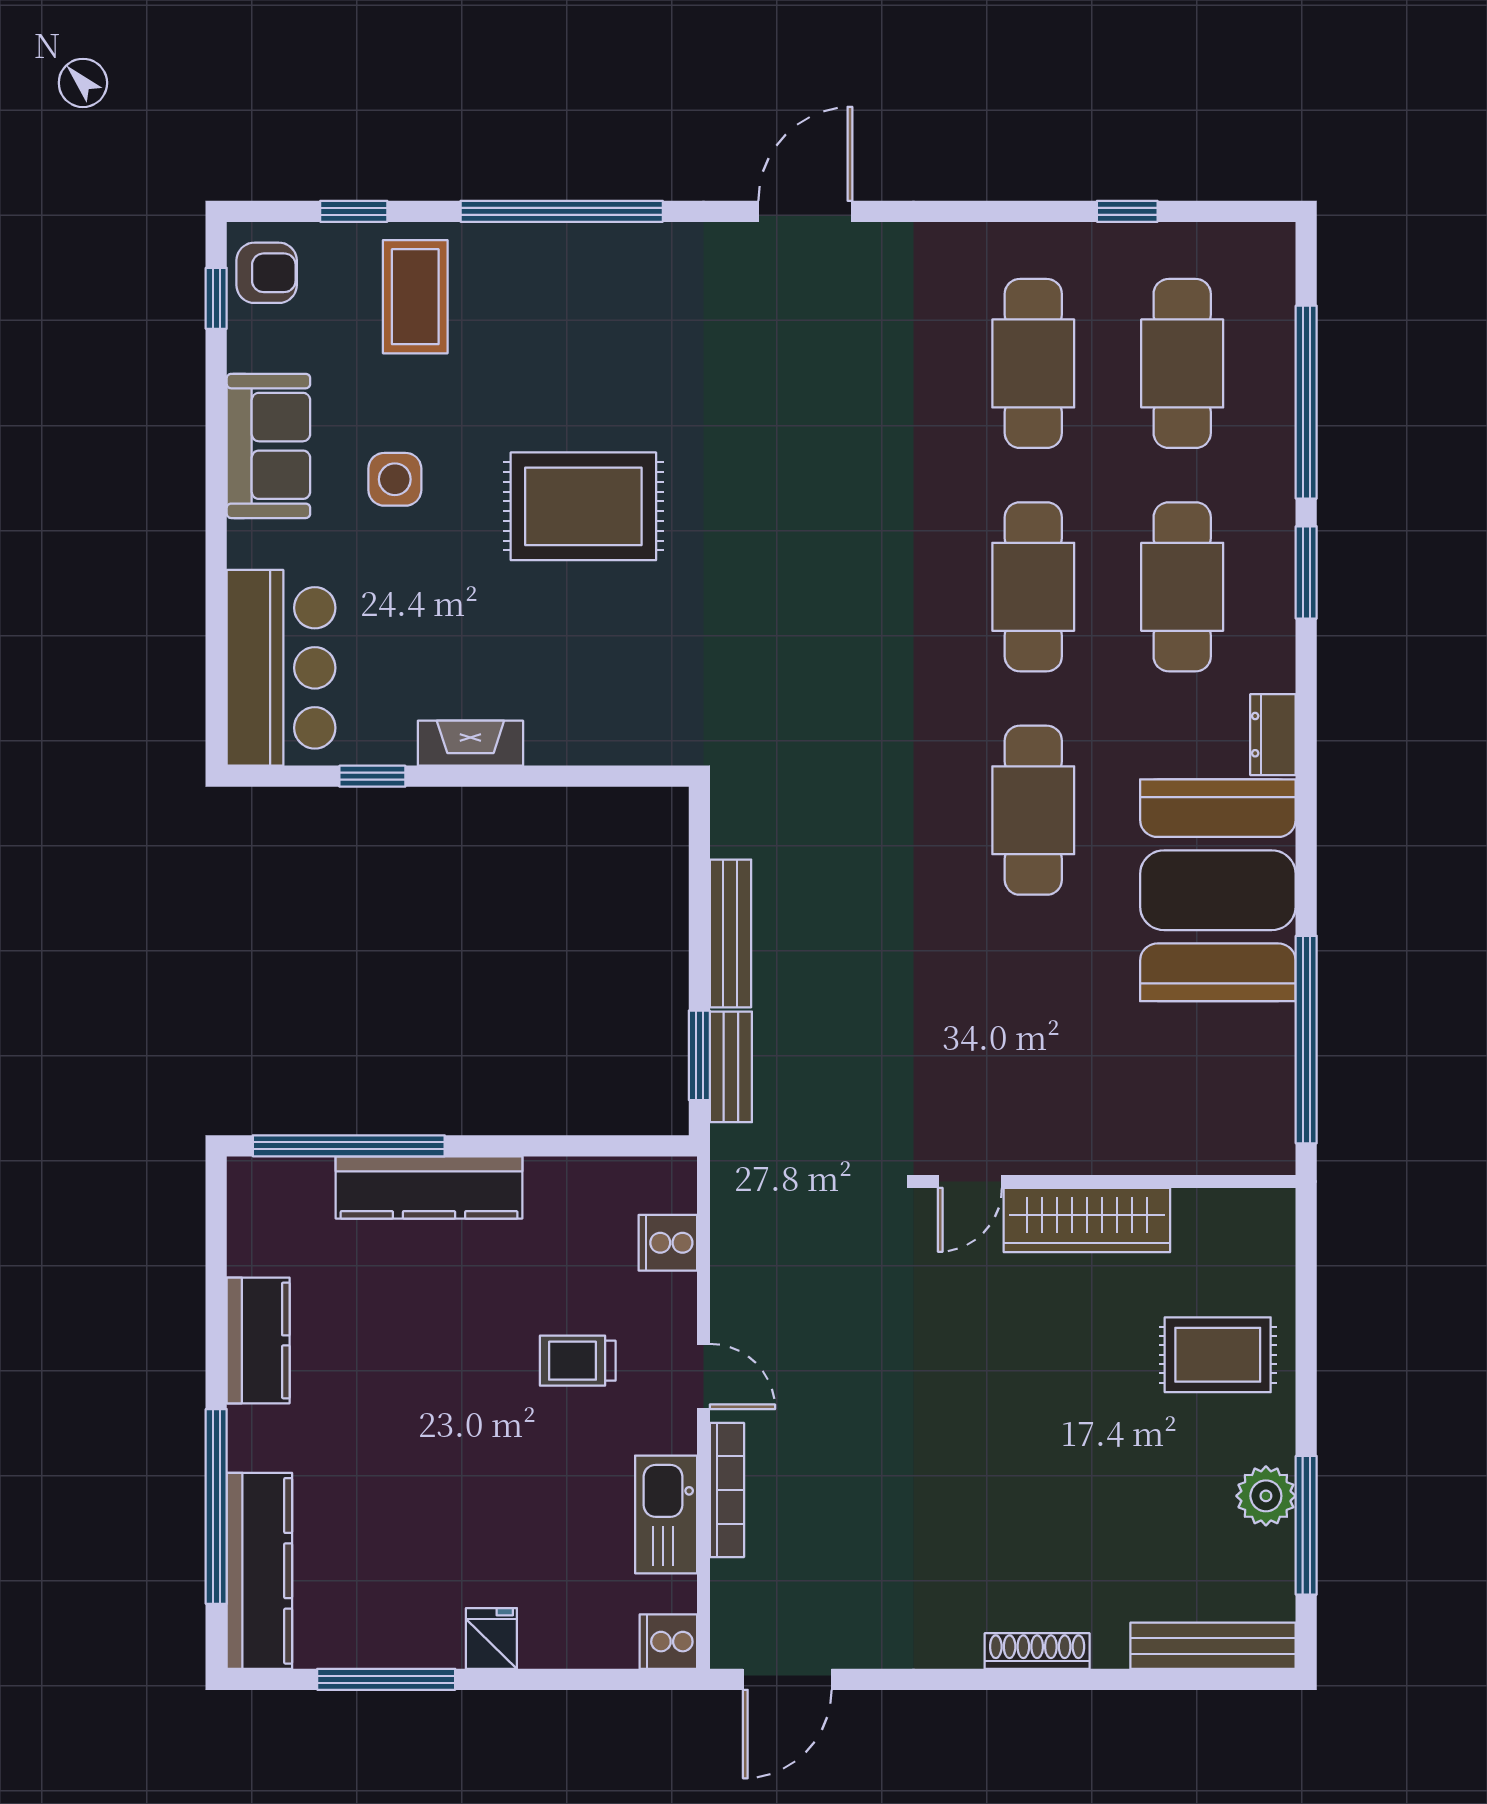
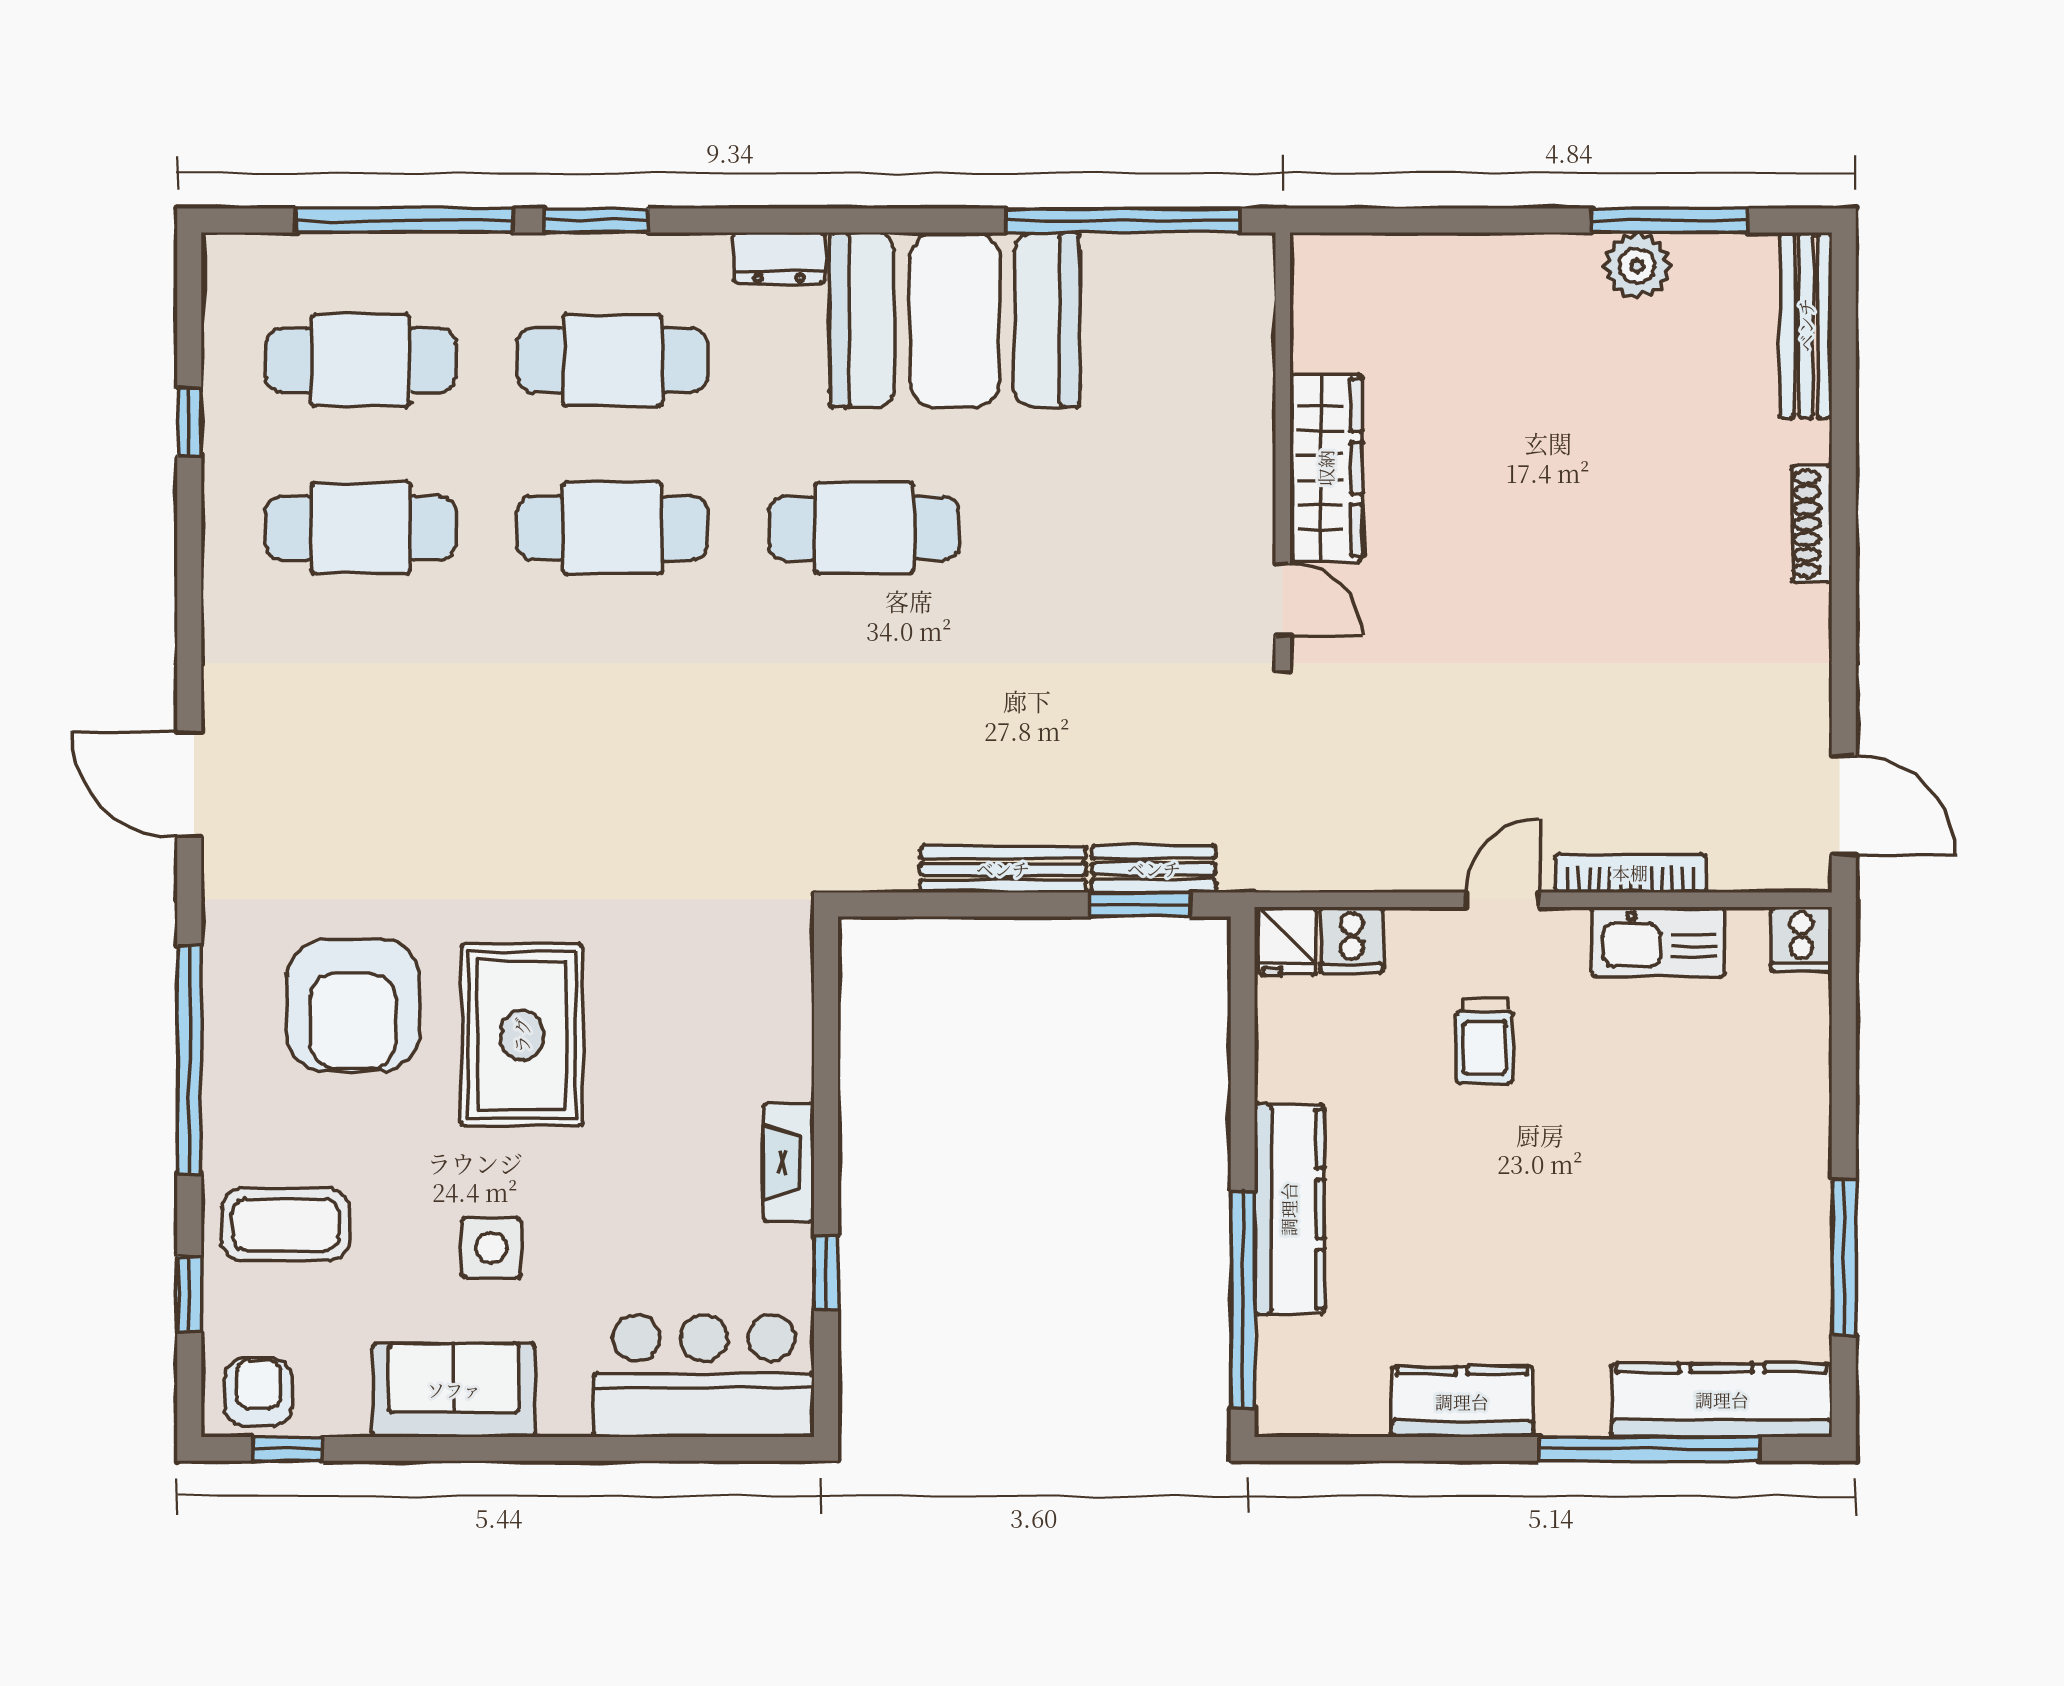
armchair: (610, 357) -> (353, 1005), added
rug: (1218, 1355) -> (1478, 320), removed
fridge: (491, 1638) -> (1287, 941), moved, turned -90

